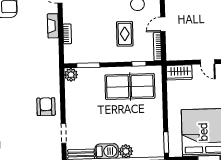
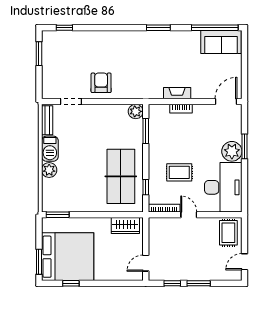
fireplace: (53, 26) -> (177, 93), moved
wardrobe: (179, 72) -> (125, 226), moved, turned -90
armchair: (46, 107) -> (101, 83), turned -90

